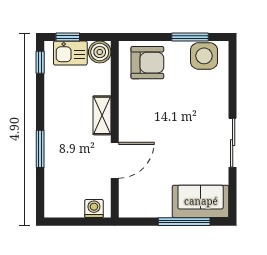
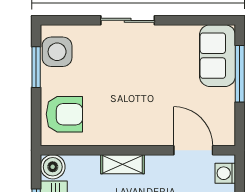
armchair: (147, 63) -> (64, 114), turned 90
sliding door: (233, 143) -> (128, 20), moved
door: (115, 160) -> (193, 150), moved

